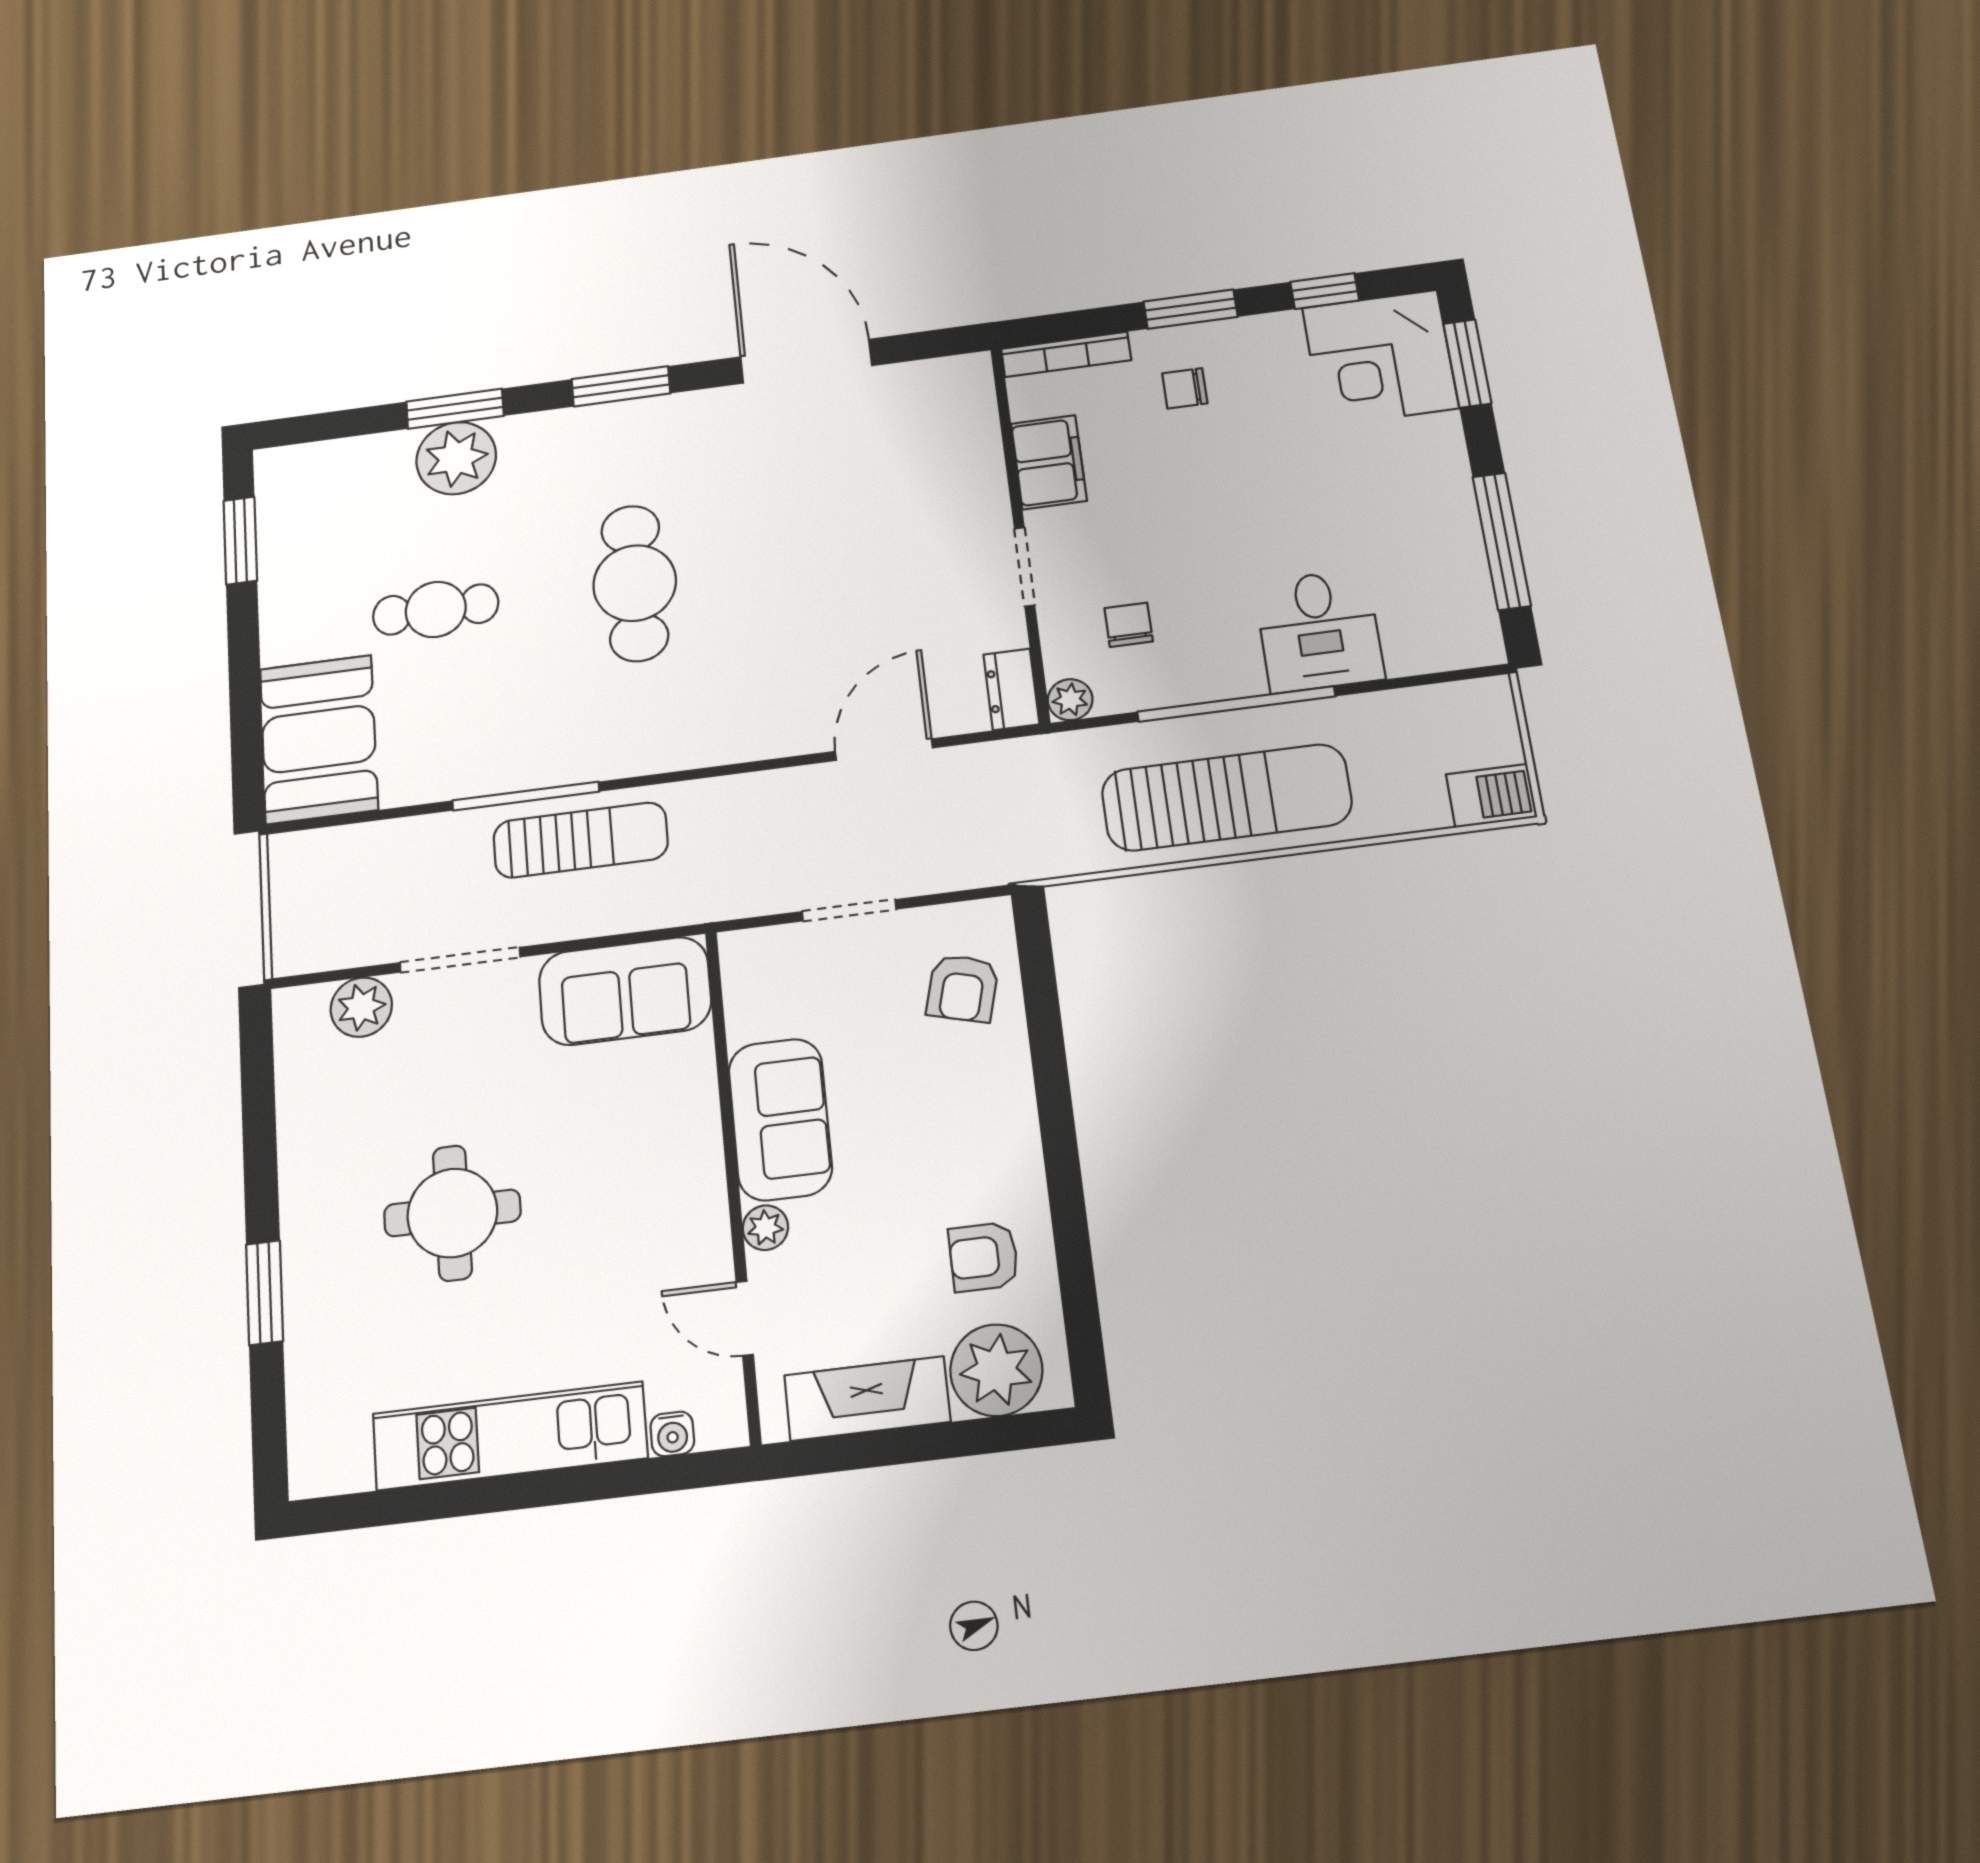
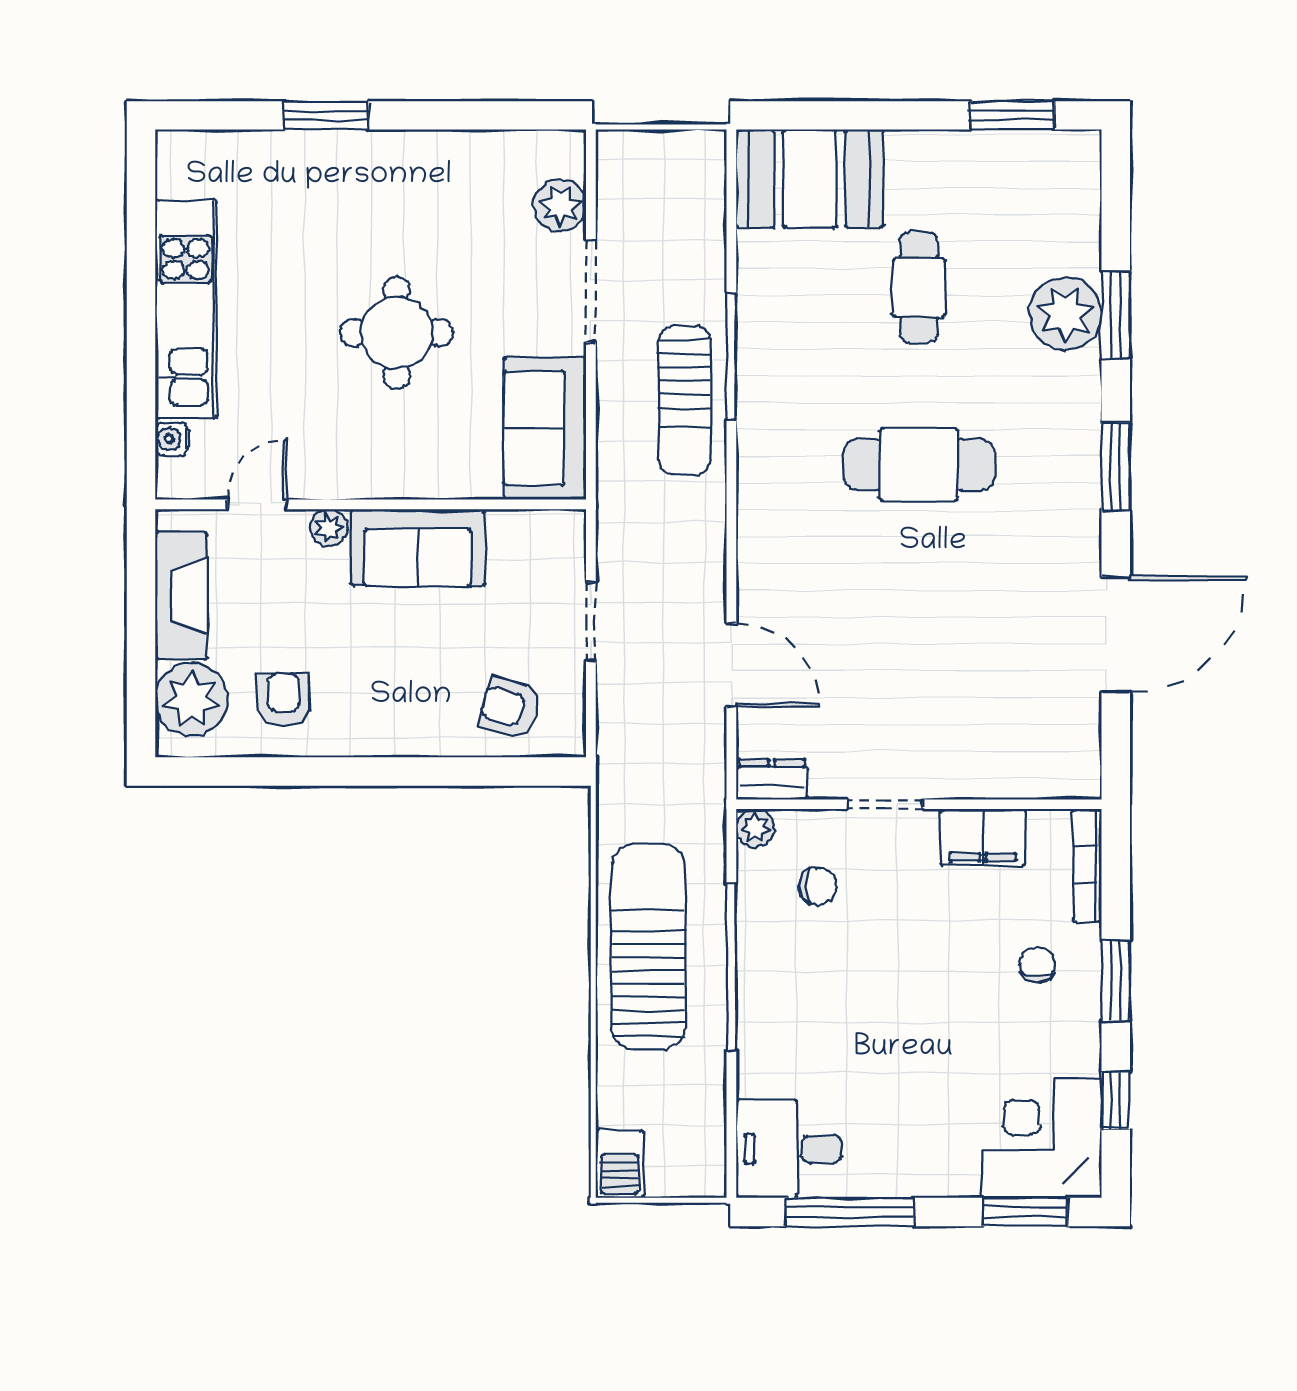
desk: (1319, 631) -> (789, 1149), moved
sun lounger: (1227, 797) -> (648, 947), turned 180
round table: (452, 1213) -> (397, 333), moved

